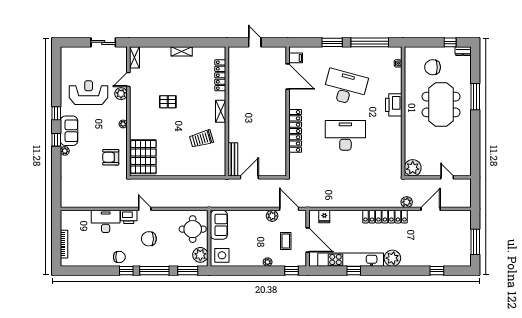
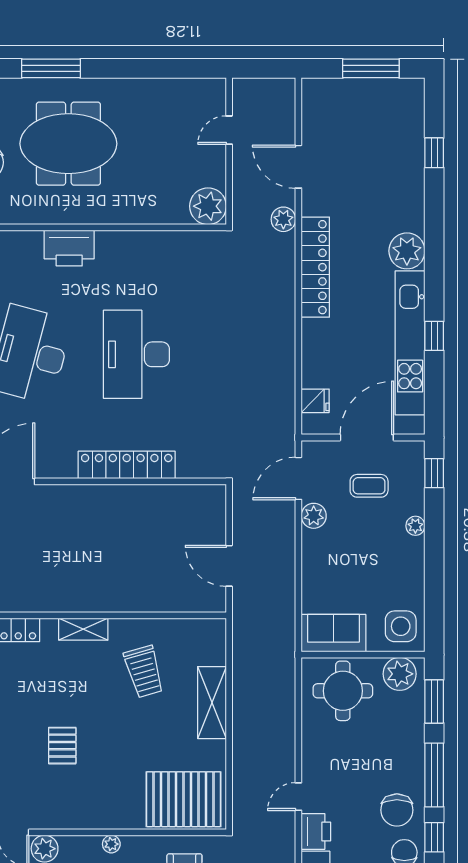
bench: (233, 159) -> (189, 602), removed
shelving: (187, 170) -> (212, 703), added
chair: (149, 239) -> (397, 810), moved

